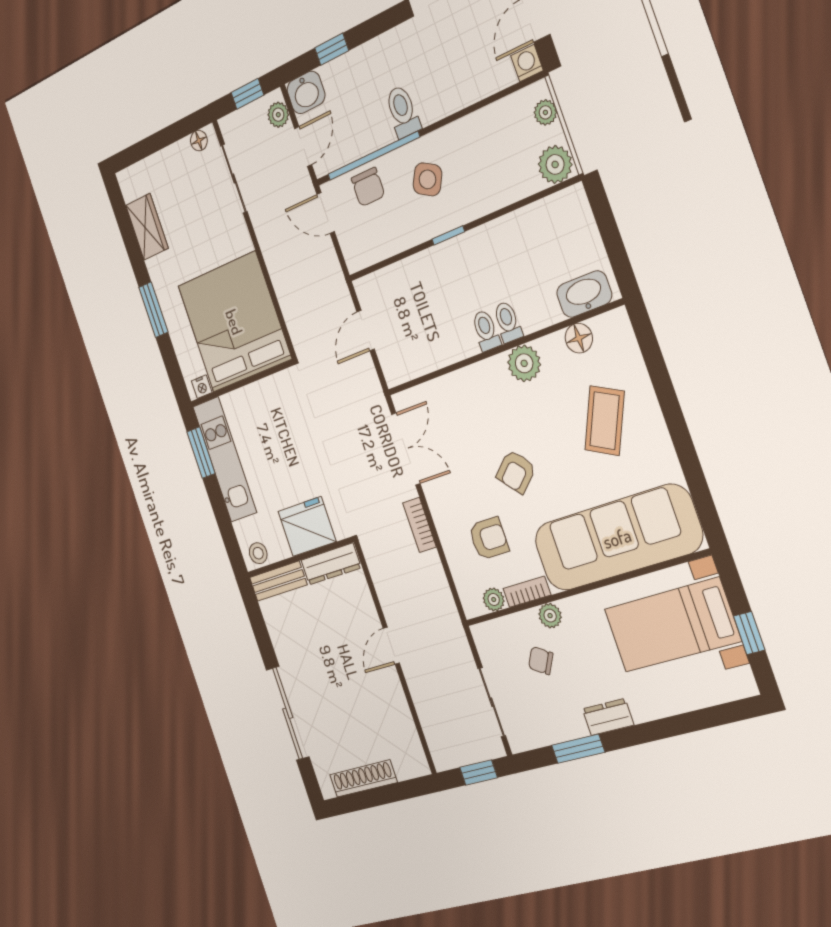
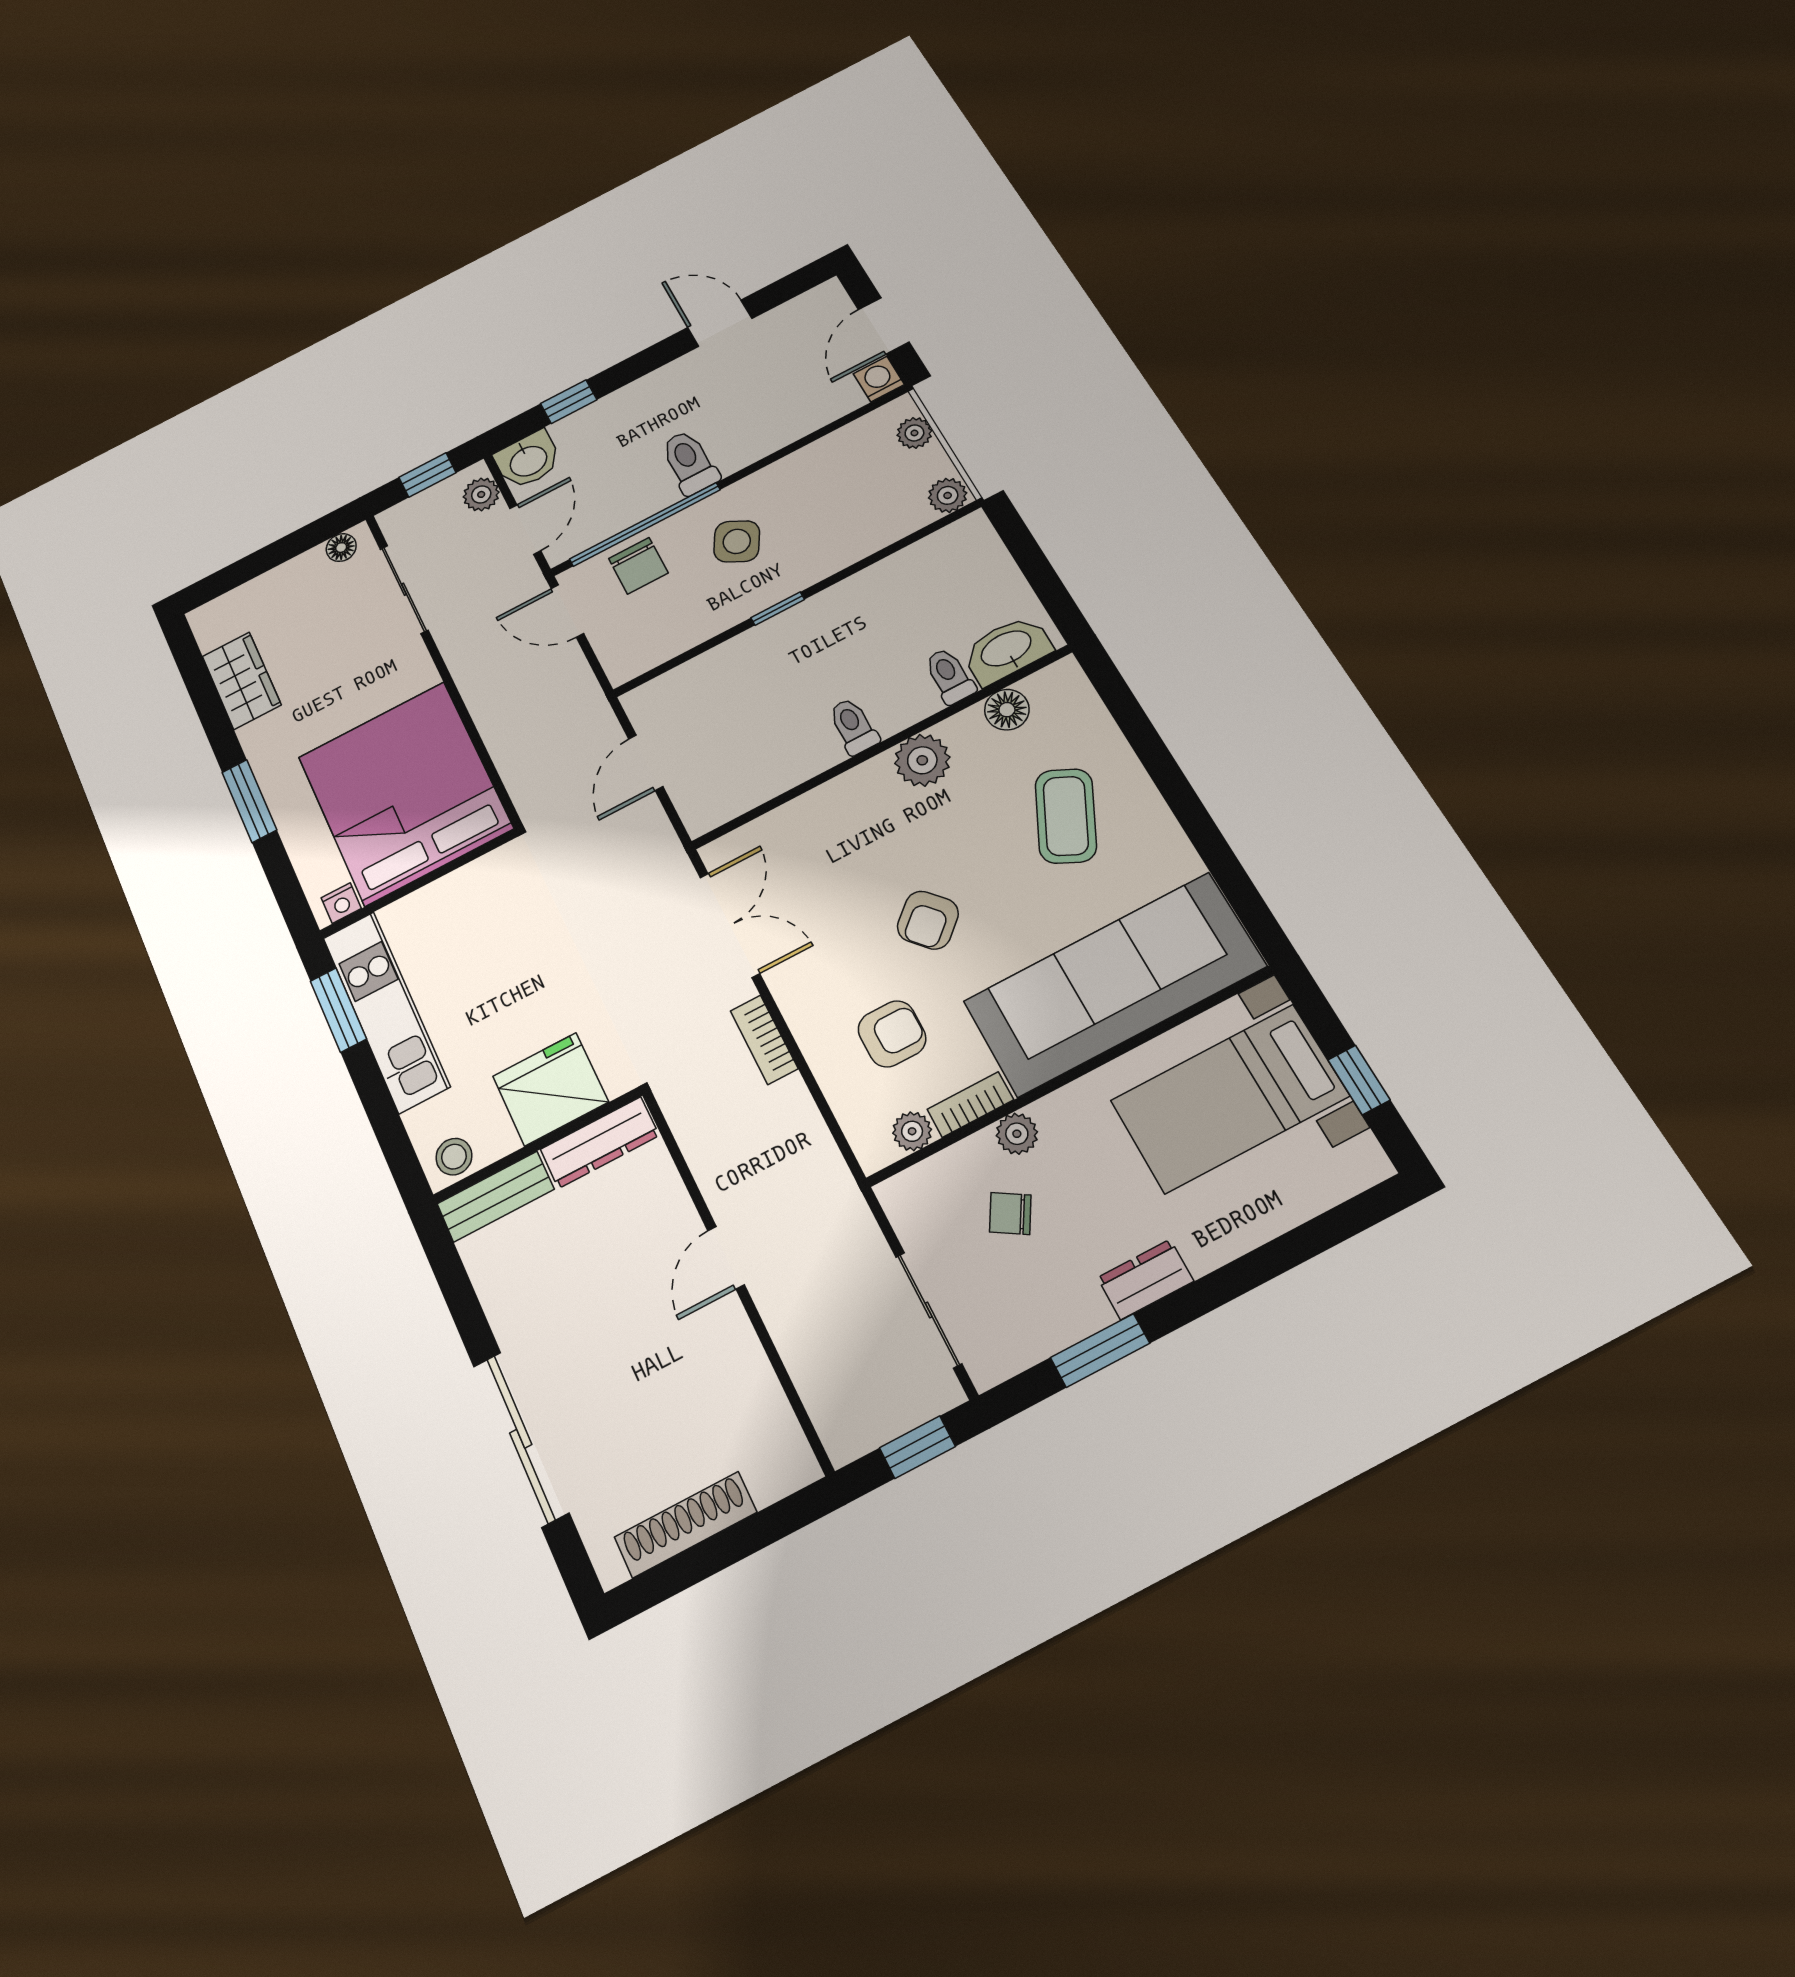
plant: (555, 164) -> (948, 495), width x0.73, depth x0.73
toilet: (508, 322) -> (949, 676), moved

